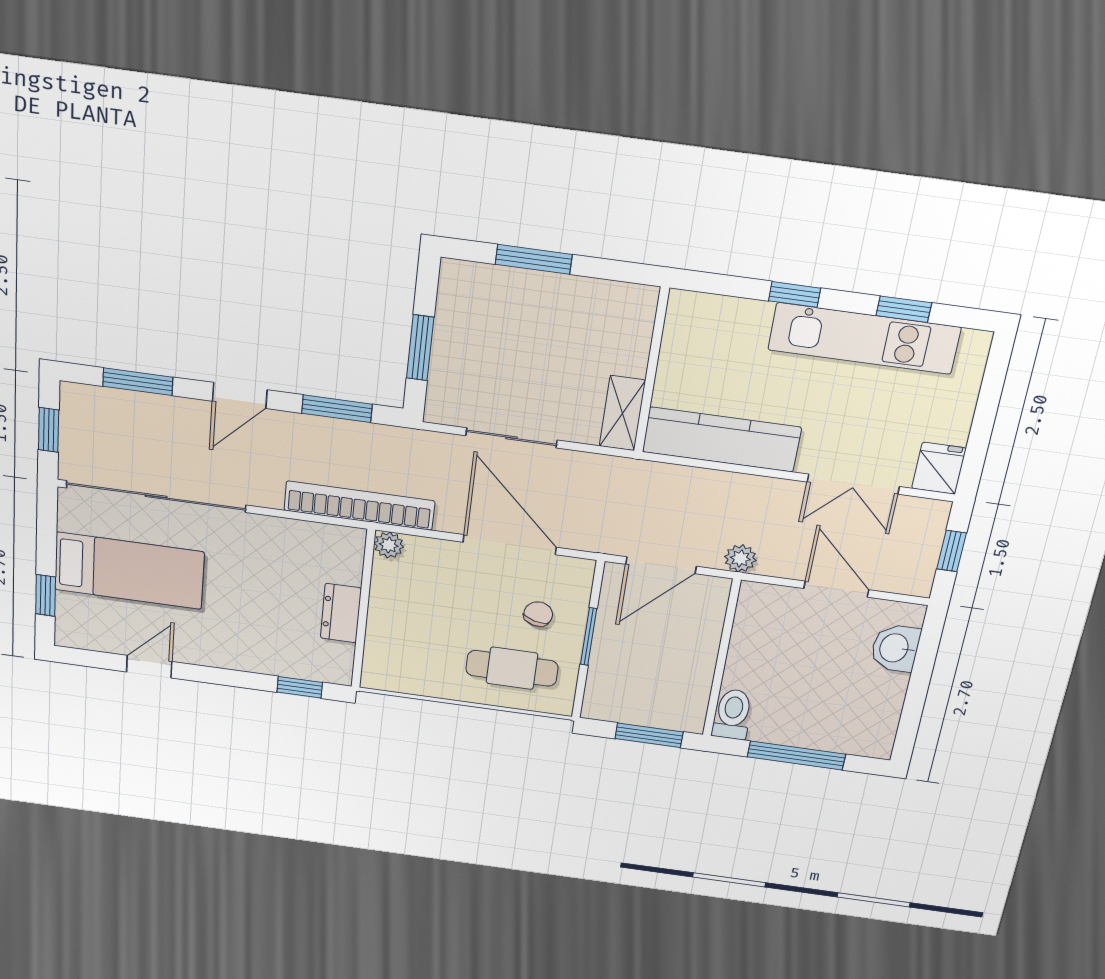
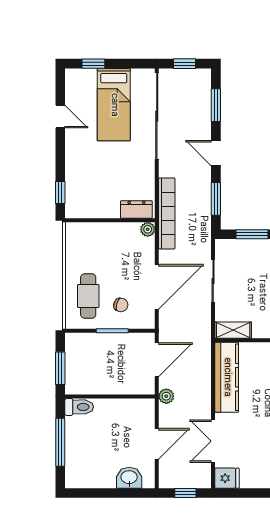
door: (661, 565) -> (157, 360), swing flipped
dresser: (341, 613) -> (136, 209), moved

